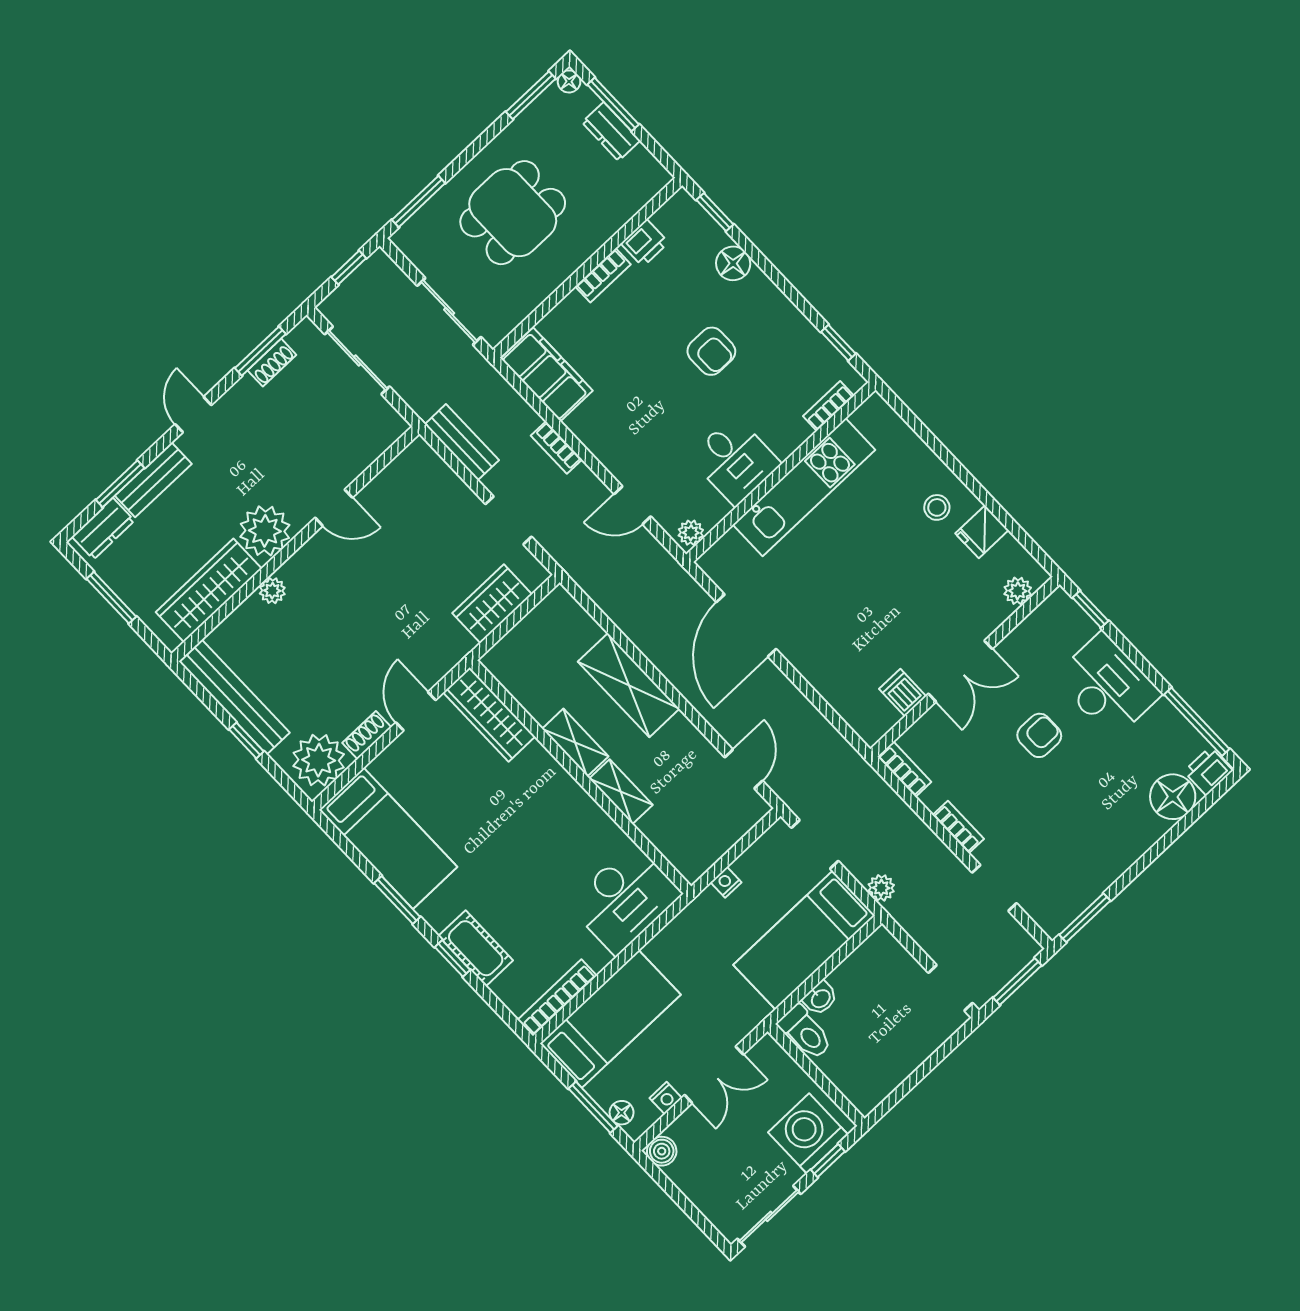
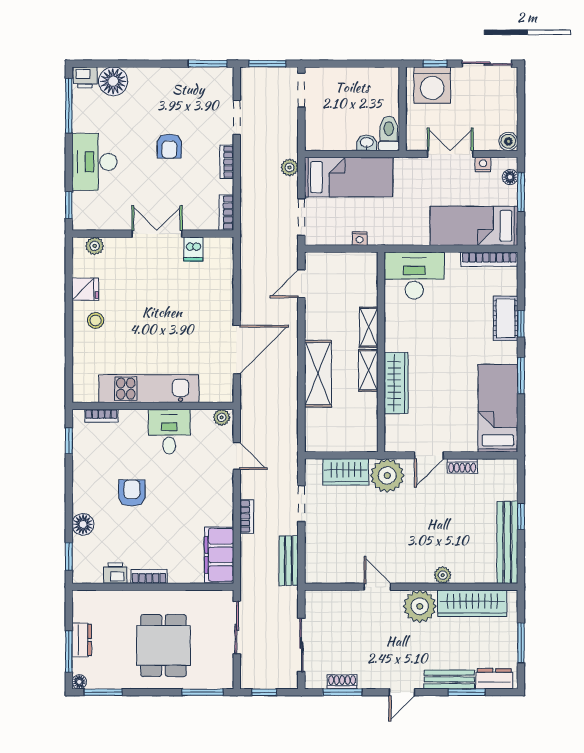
dining table: (513, 213) -> (163, 645), turned 90
wardrobe: (489, 714) -> (396, 383), moved
armchair: (1039, 735) -> (169, 146), moved, turned -90
plant: (319, 760) -> (387, 476), moved

